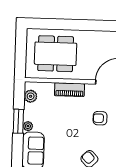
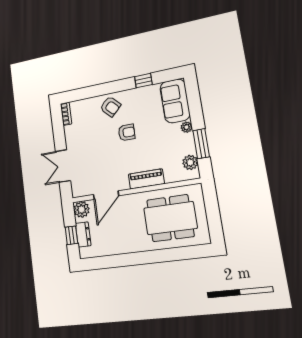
armchair: (100, 118) -> (127, 132), moved
window: (18, 121) -> (201, 144), moved

